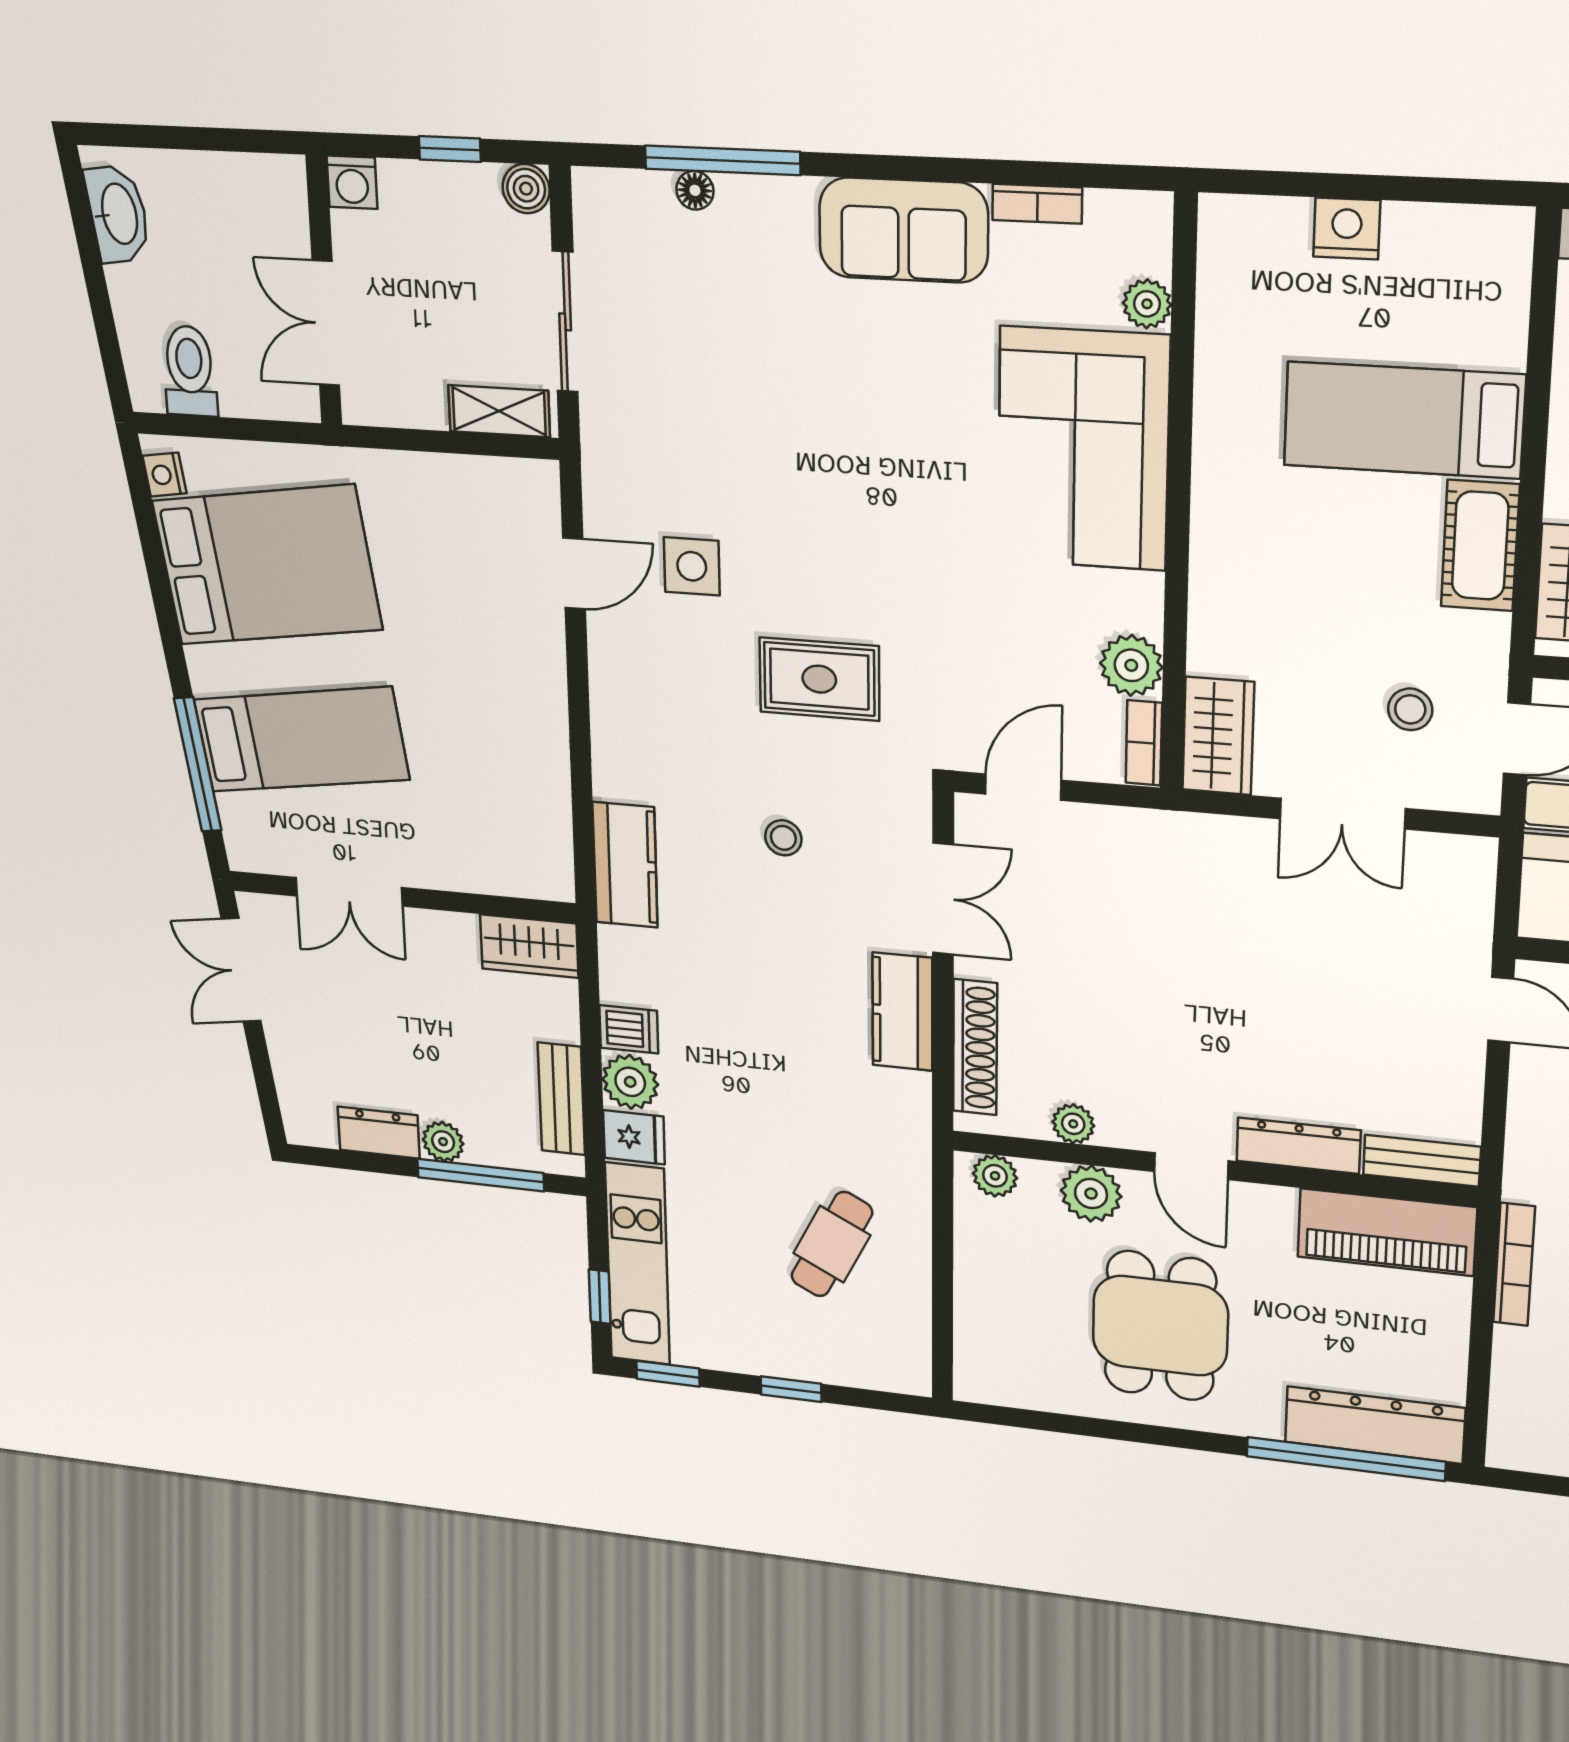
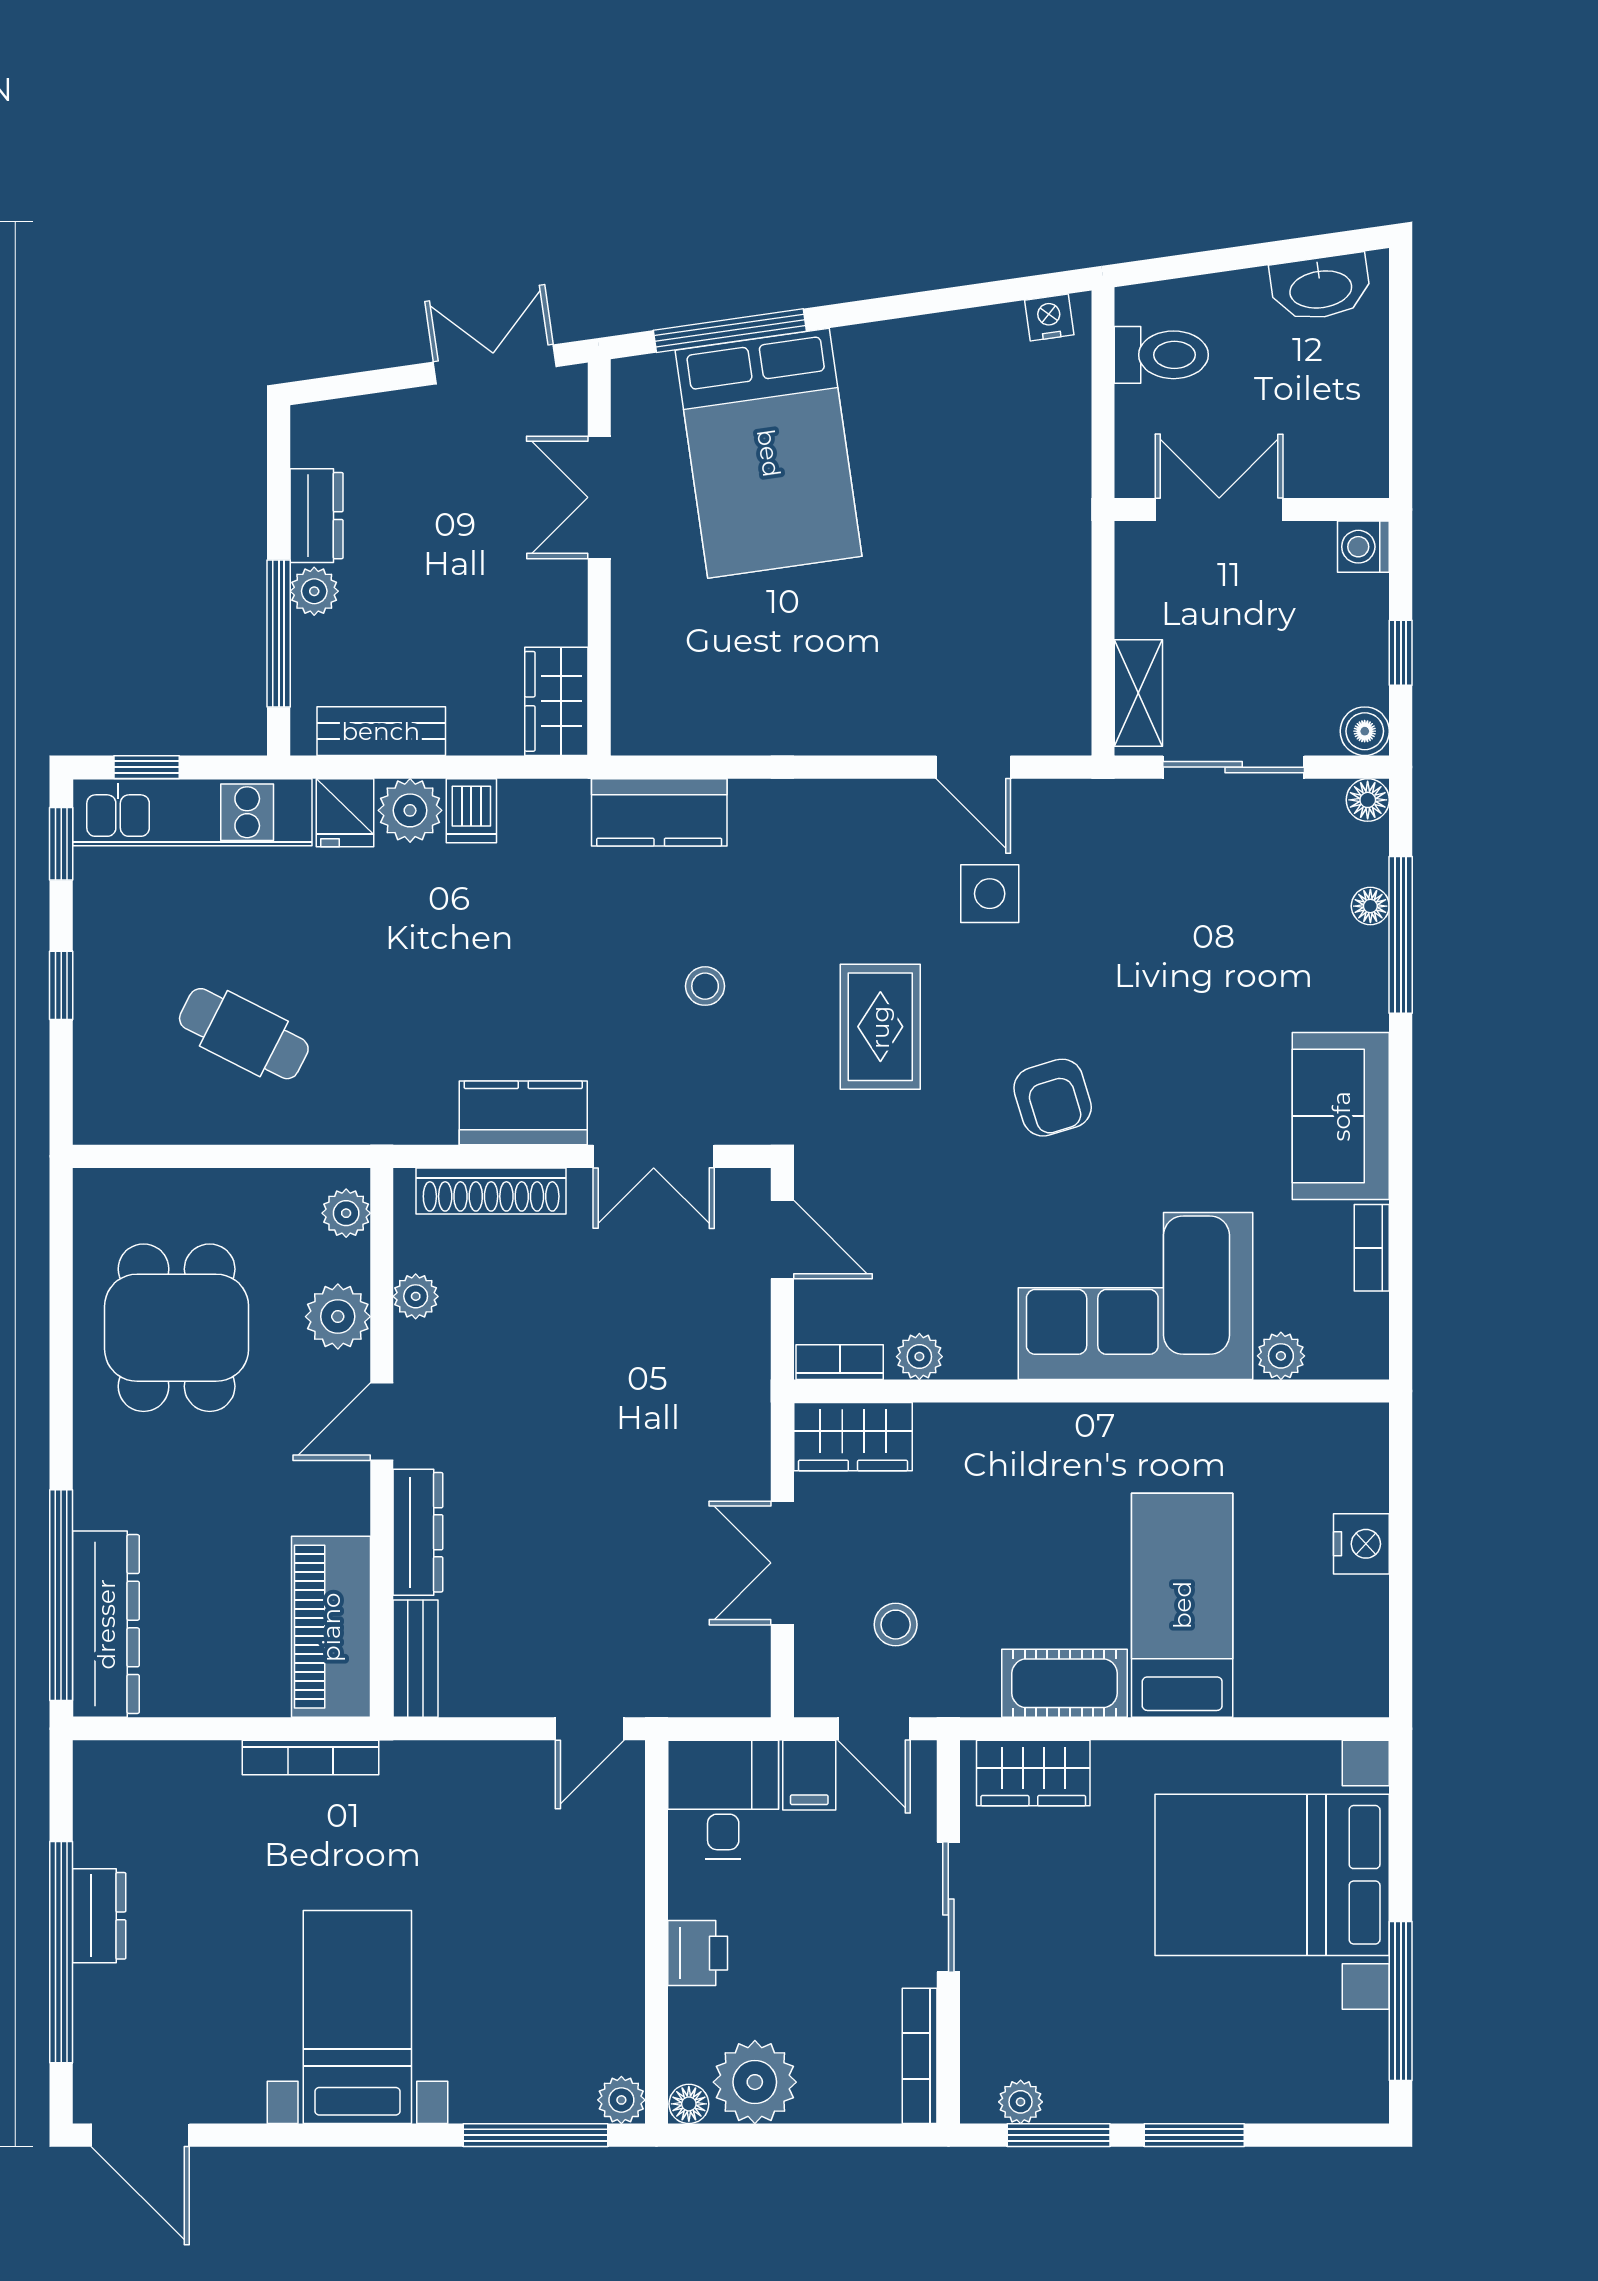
floor lamp: (592, 189) -> (1368, 800), added
armchair: (886, 519) -> (1053, 1098), added
bed: (267, 565) -> (959, 427), removed
plant: (1131, 665) -> (919, 1357), width x0.73, depth x0.73
bed: (301, 739) -> (769, 453), width x1.50
dining table: (1160, 1326) -> (177, 1328), moved, turned 90

